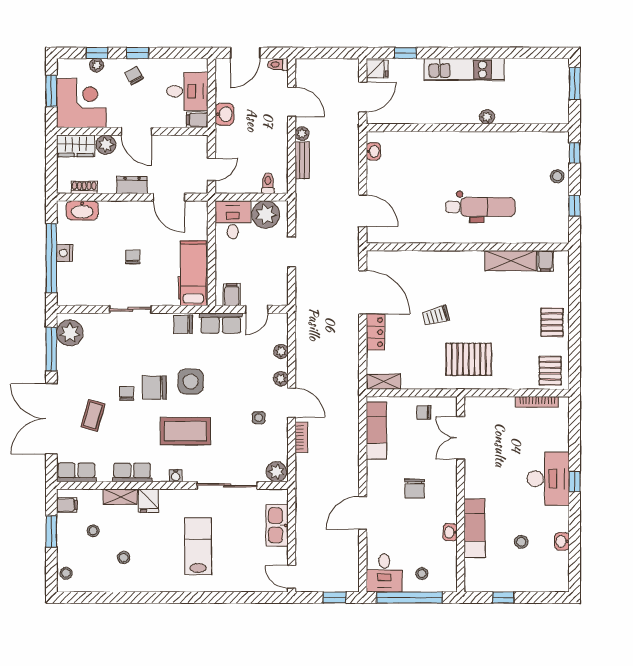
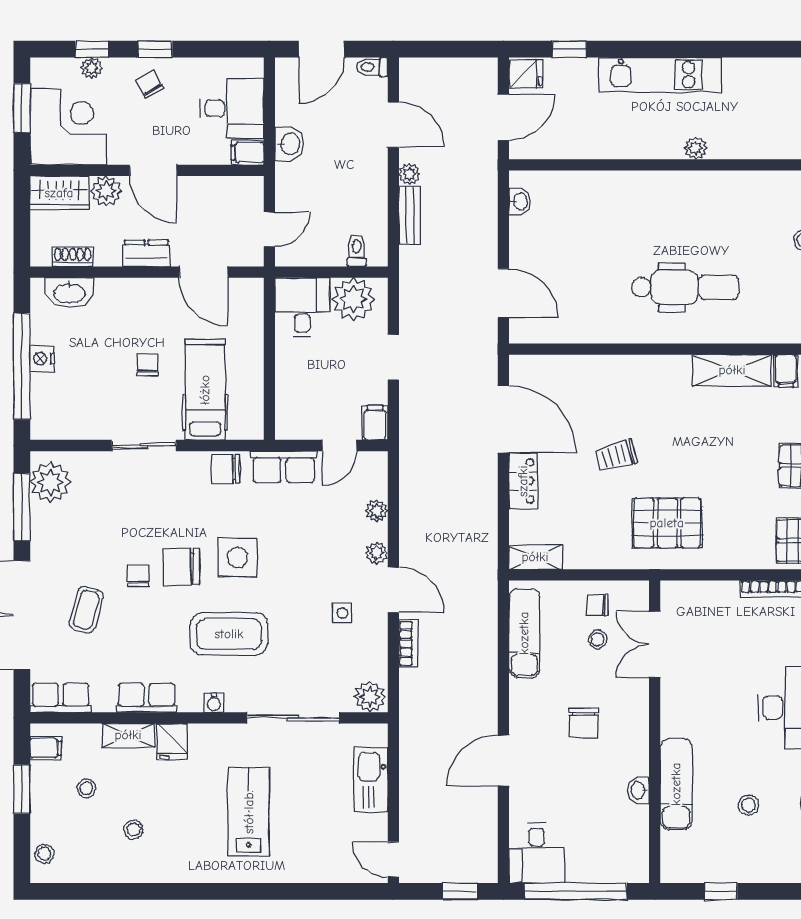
hospital bed: (193, 273) -> (205, 390), moved
filing cabinet: (232, 295) -> (375, 423), moved
stool: (422, 574) -> (598, 639), moved

